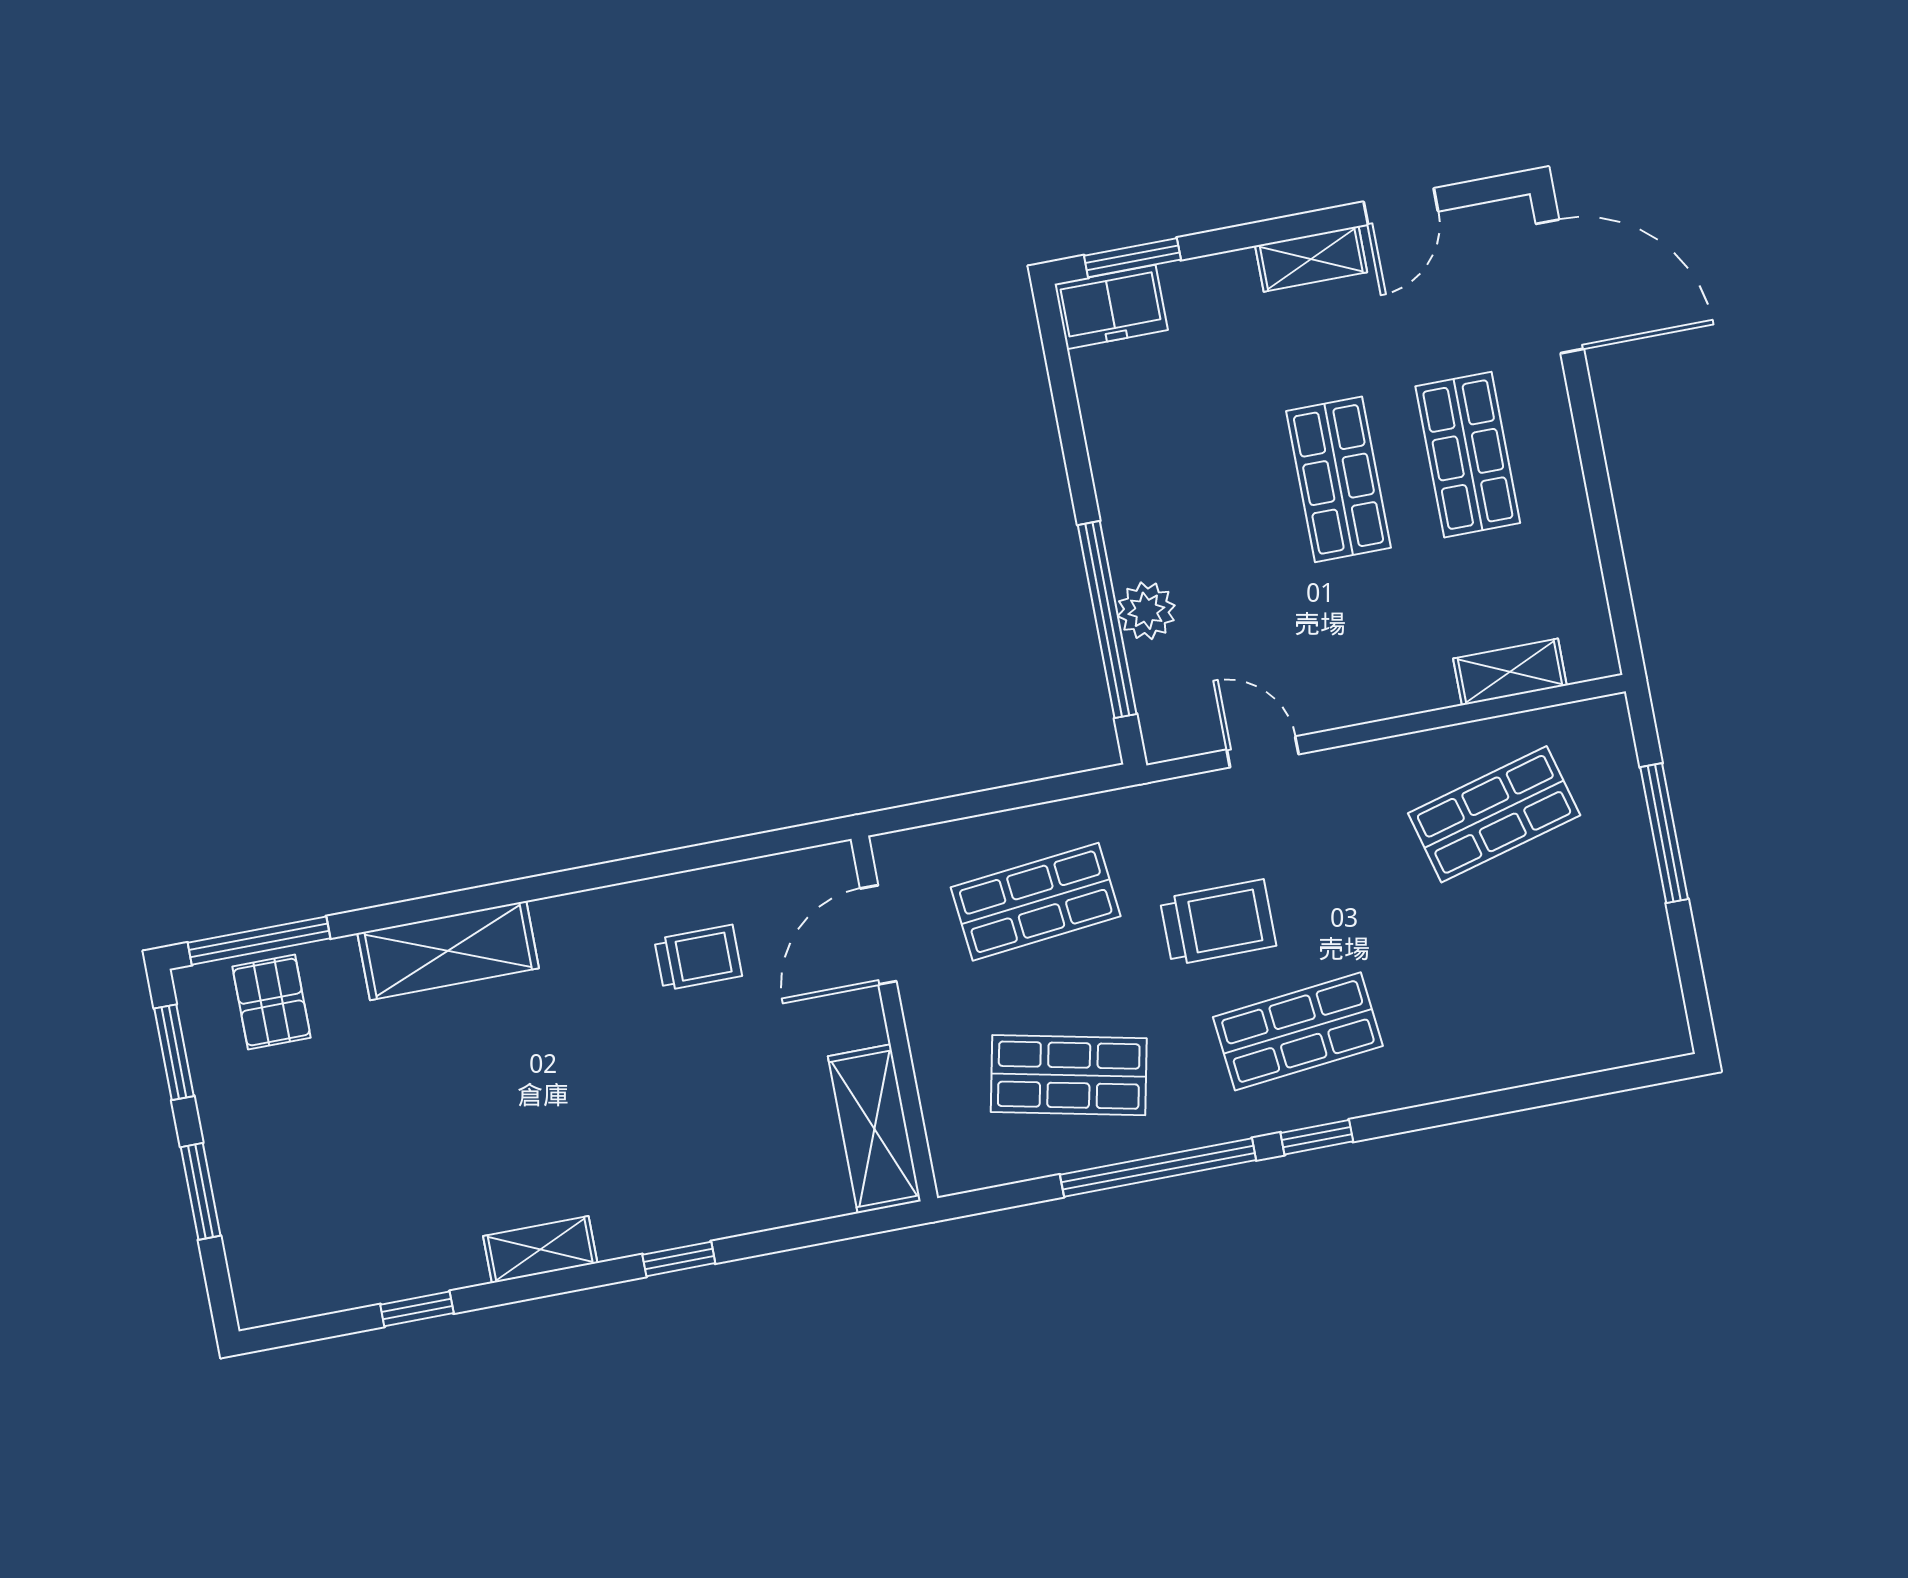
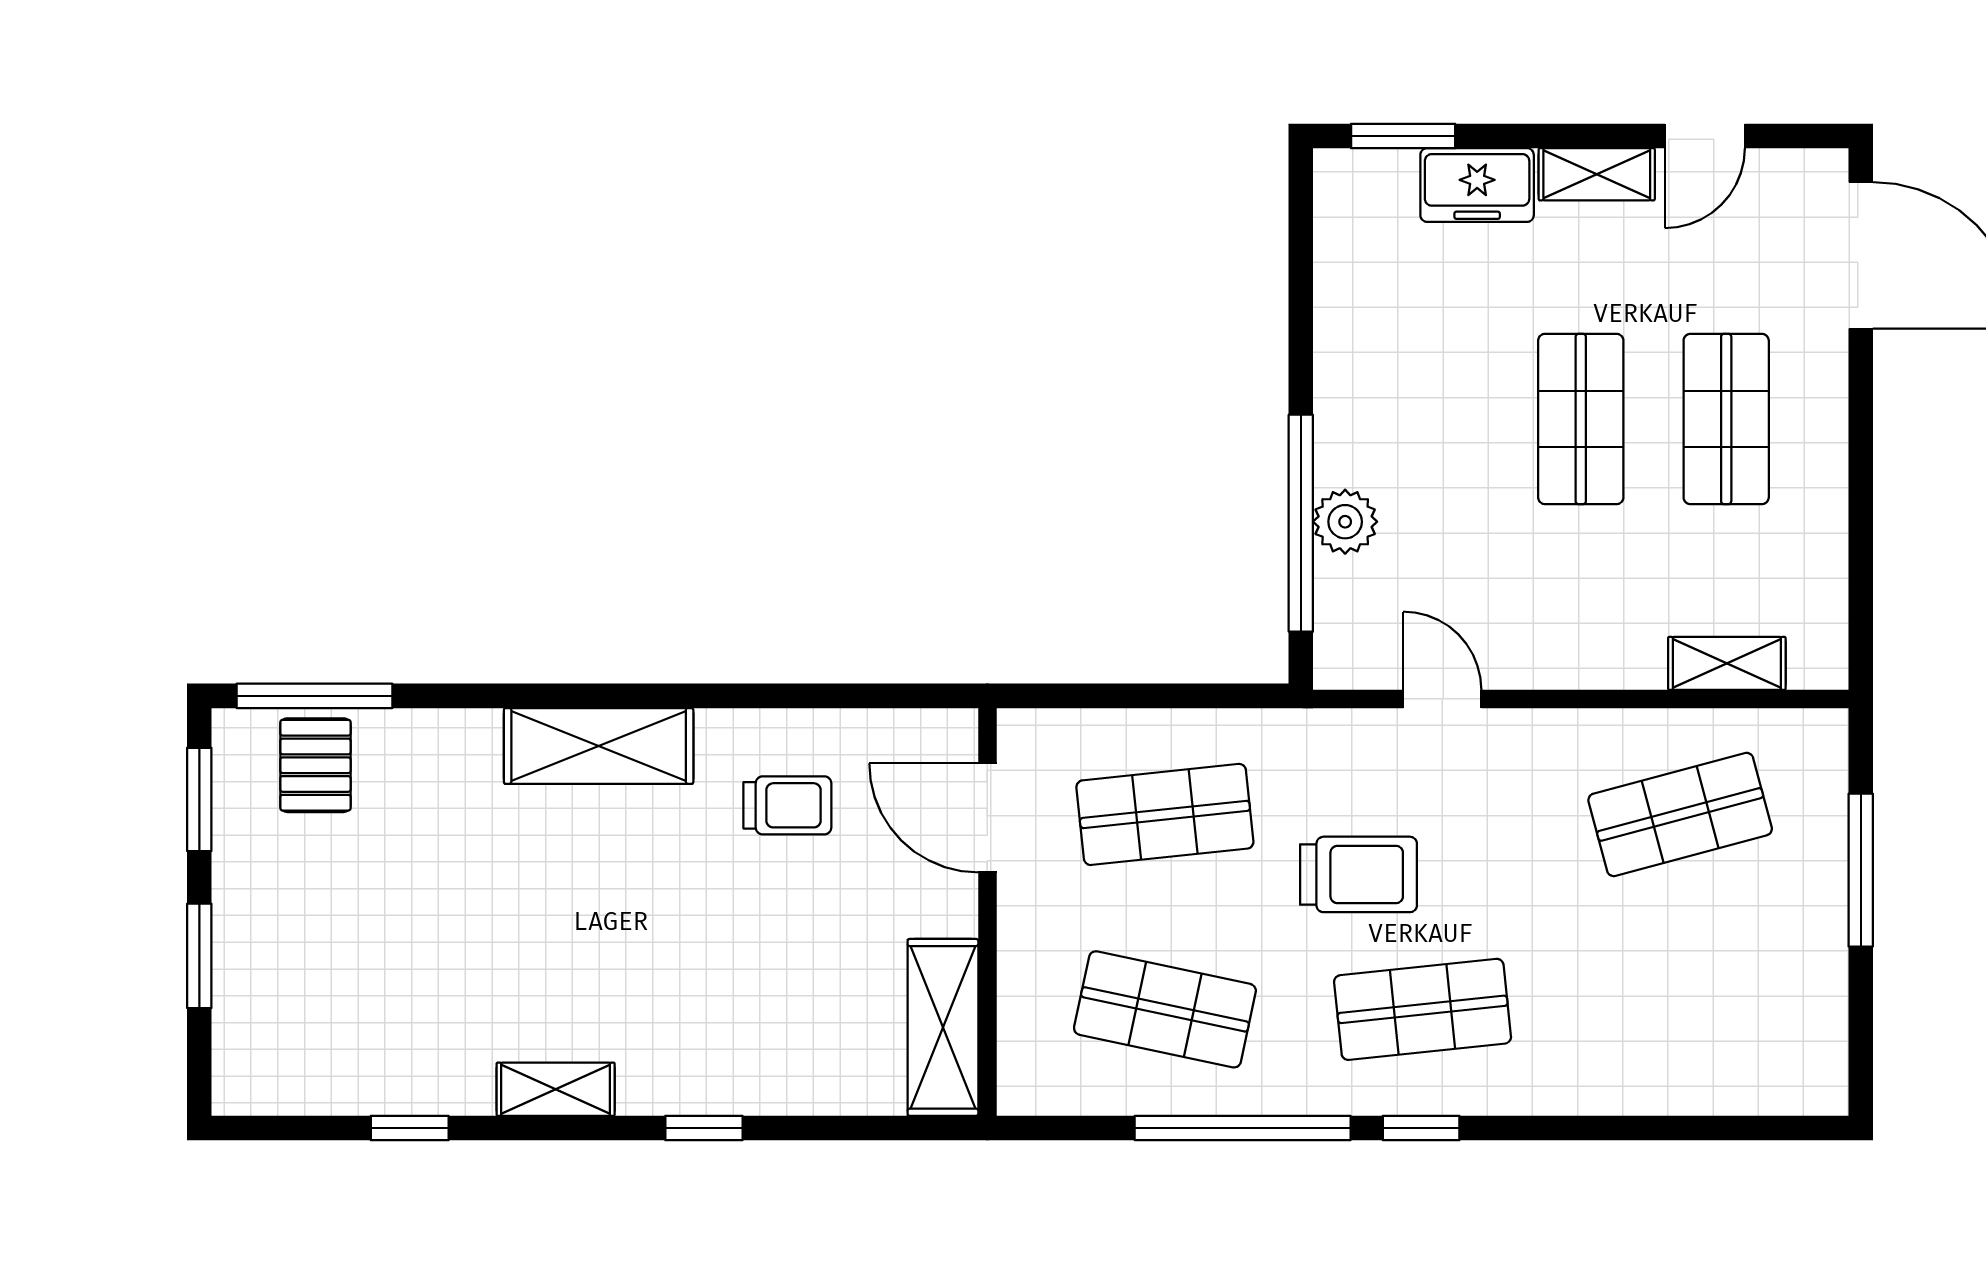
freezer: (1111, 307) -> (1477, 185), moved
door: (878, 935) -> (987, 818), hinge flipped
shelving: (448, 951) -> (599, 746), moved

